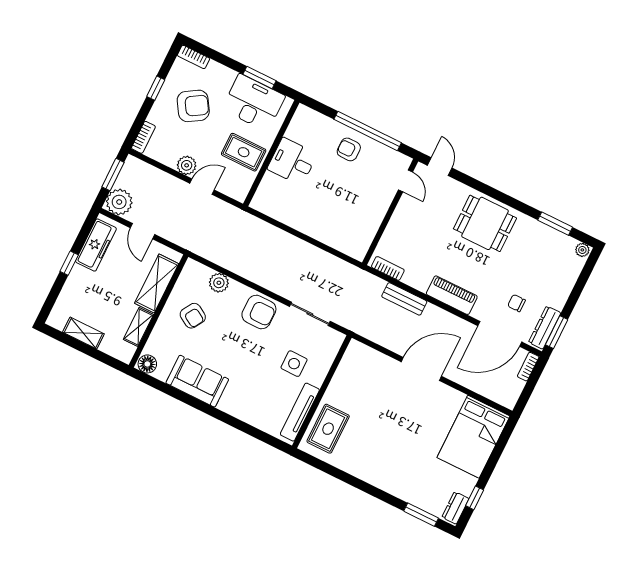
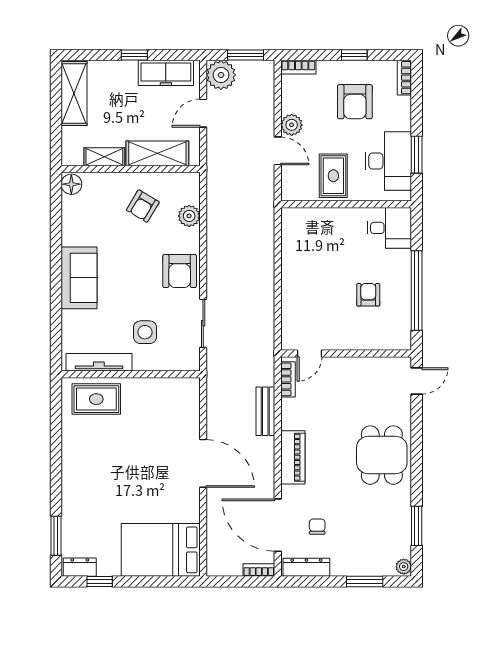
armchair: (193, 106) -> (355, 102), turned 32
armchair: (349, 149) -> (368, 295), moved
desk: (292, 162) -> (389, 228), moved, turned 90
door: (405, 181) -> (310, 354), moved
window: (557, 332) -> (365, 582), moved
shelving: (83, 333) -> (74, 94), width x1.50, depth x1.33
sofa: (197, 381) -> (79, 278), moved

